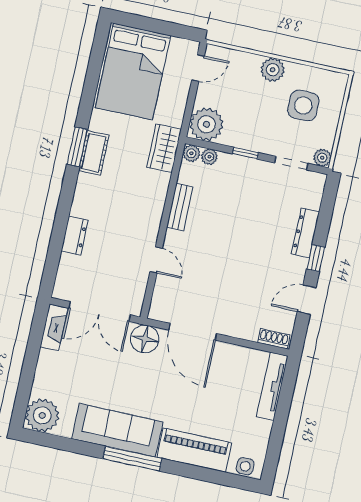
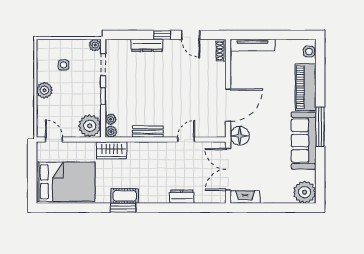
side table: (303, 105) -> (64, 65), width x0.54, depth x0.54
double door: (100, 311) -> (228, 169), swing flipped

